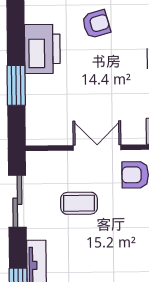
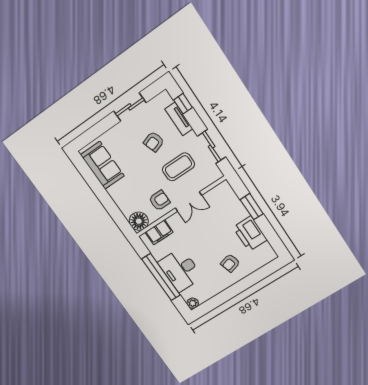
coffee table: (79, 203) -> (178, 167), width x1.36, depth x1.30
armchair: (89, 258) -> (154, 142), added

